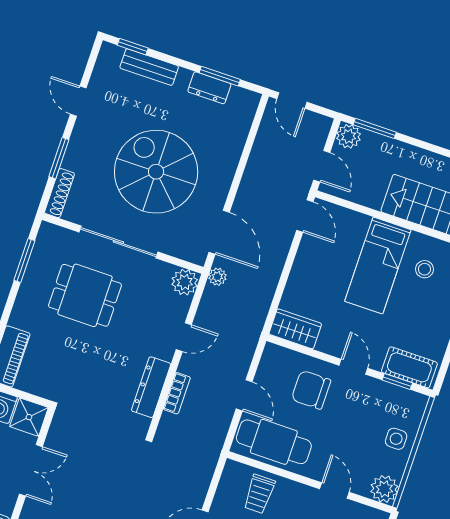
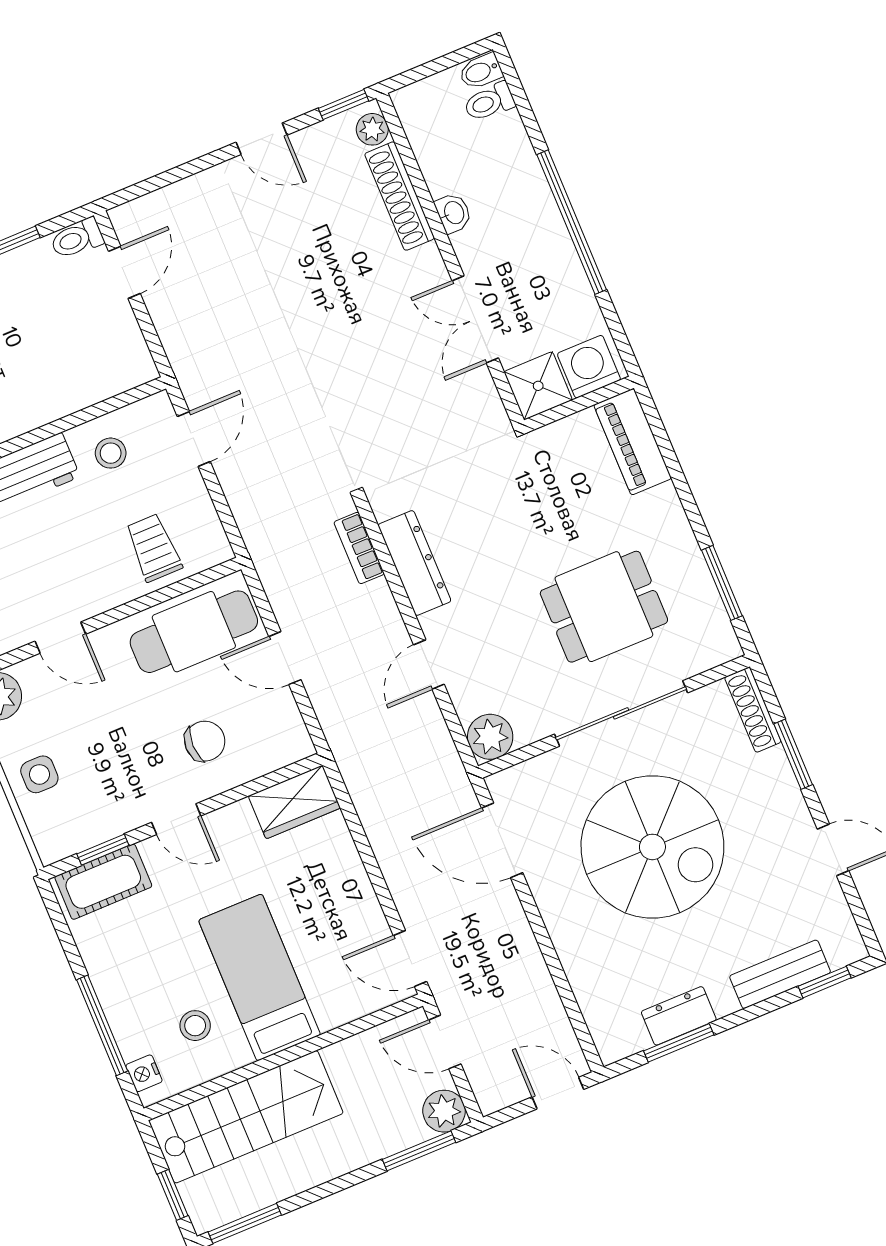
plant: (217, 277) -> (454, 781), removed
chair: (311, 390) -> (205, 741), width x0.73, depth x0.73
bookcase: (177, 393) -> (359, 548), moved

